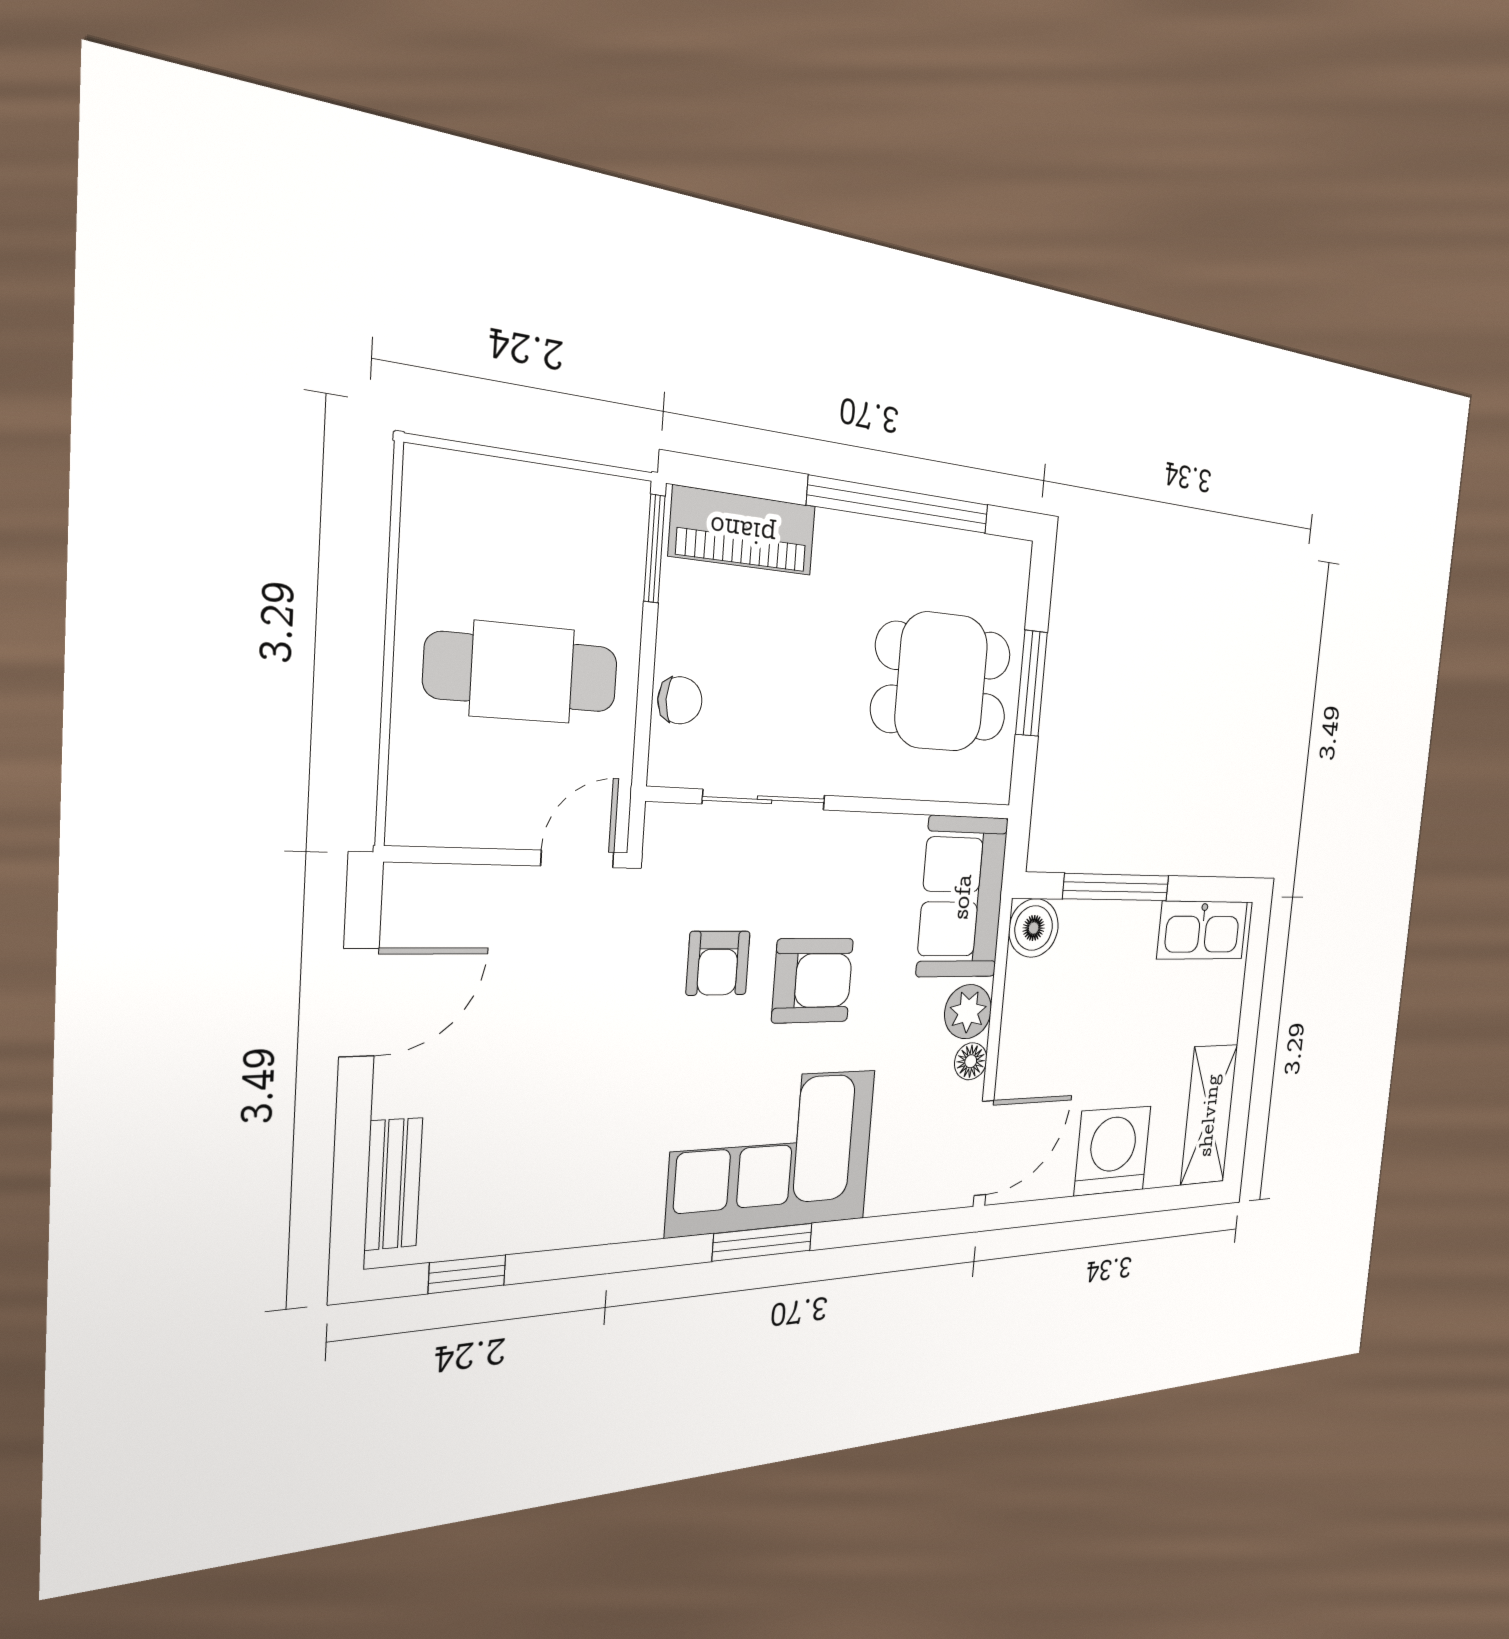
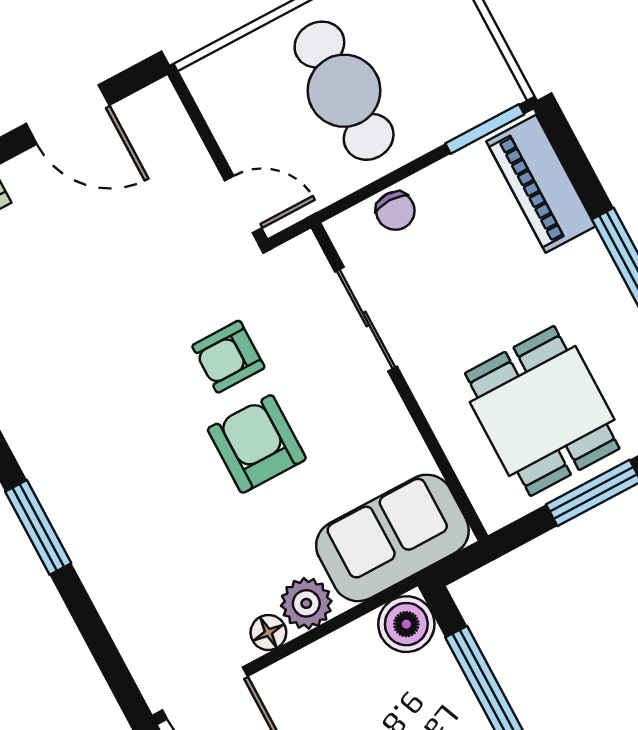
armchair: (813, 981) -> (257, 444), turned 180
corner sofa: (773, 1152) -> (111, 492), removed

